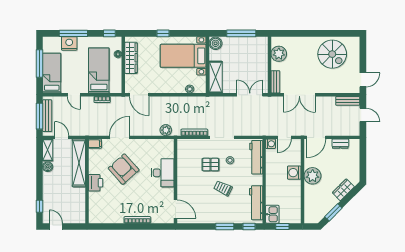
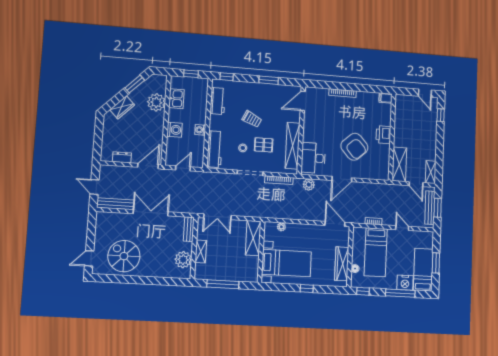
boiler: (216, 43) -> (251, 275), removed
shelving: (263, 62) -> (201, 251), added
window: (40, 64) -> (436, 263), width x0.69
bed: (52, 73) -> (423, 270), moved, turned 180
door: (363, 80) -> (89, 258), moved
double door: (299, 95) -> (151, 213), moved
bench: (348, 101) -> (115, 204), width x1.36
window: (40, 116) -> (438, 208), width x0.69
door: (119, 137) -> (342, 179), moved
filing cabinet: (95, 144) -> (386, 98), moved
washing machine: (271, 144) -> (200, 130), moved
shelving: (79, 163) -> (399, 164), width x0.68
shelving: (183, 166) -> (292, 146), added
boiler: (48, 167) -> (431, 155), removed
desk: (163, 173) -> (313, 158), moved
plant: (313, 176) -> (156, 102), moved
workbench: (256, 203) -> (218, 101), width x0.73
door: (176, 209) -> (303, 101), hinge flipped
kitchen sink: (272, 214) -> (176, 99), moved, turned 180
window: (225, 226) -> (269, 80), moved

